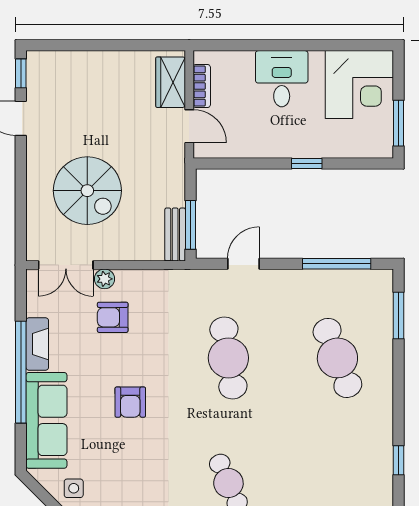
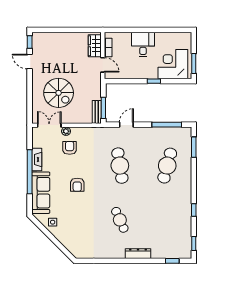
corner desk: (359, 85) -> (173, 64), moved, turned 180
double door: (66, 265) -> (49, 125), swing flipped
armchair: (113, 317) -> (70, 148), turned 90
cafe table: (337, 358) -> (167, 166), turned 36

